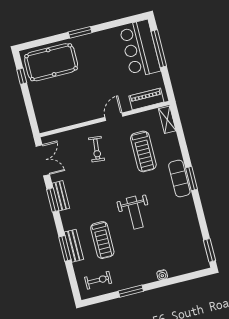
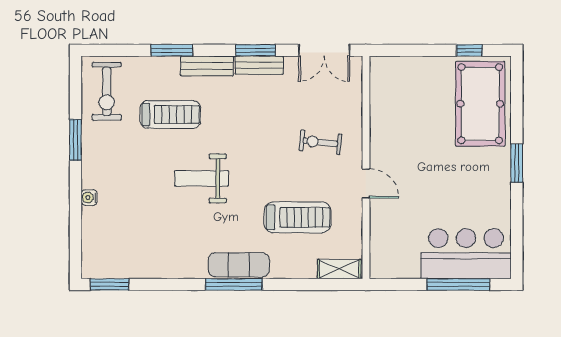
piano: (146, 99) -> (382, 244), removed
treadmill: (143, 151) -> (297, 217), turned 180
window: (191, 178) -> (234, 284), width x1.44
treadmill: (102, 240) -> (170, 114), turned 180
bench: (74, 246) -> (207, 66), moved
exercise bike: (98, 280) -> (107, 91), width x1.38, depth x1.39

